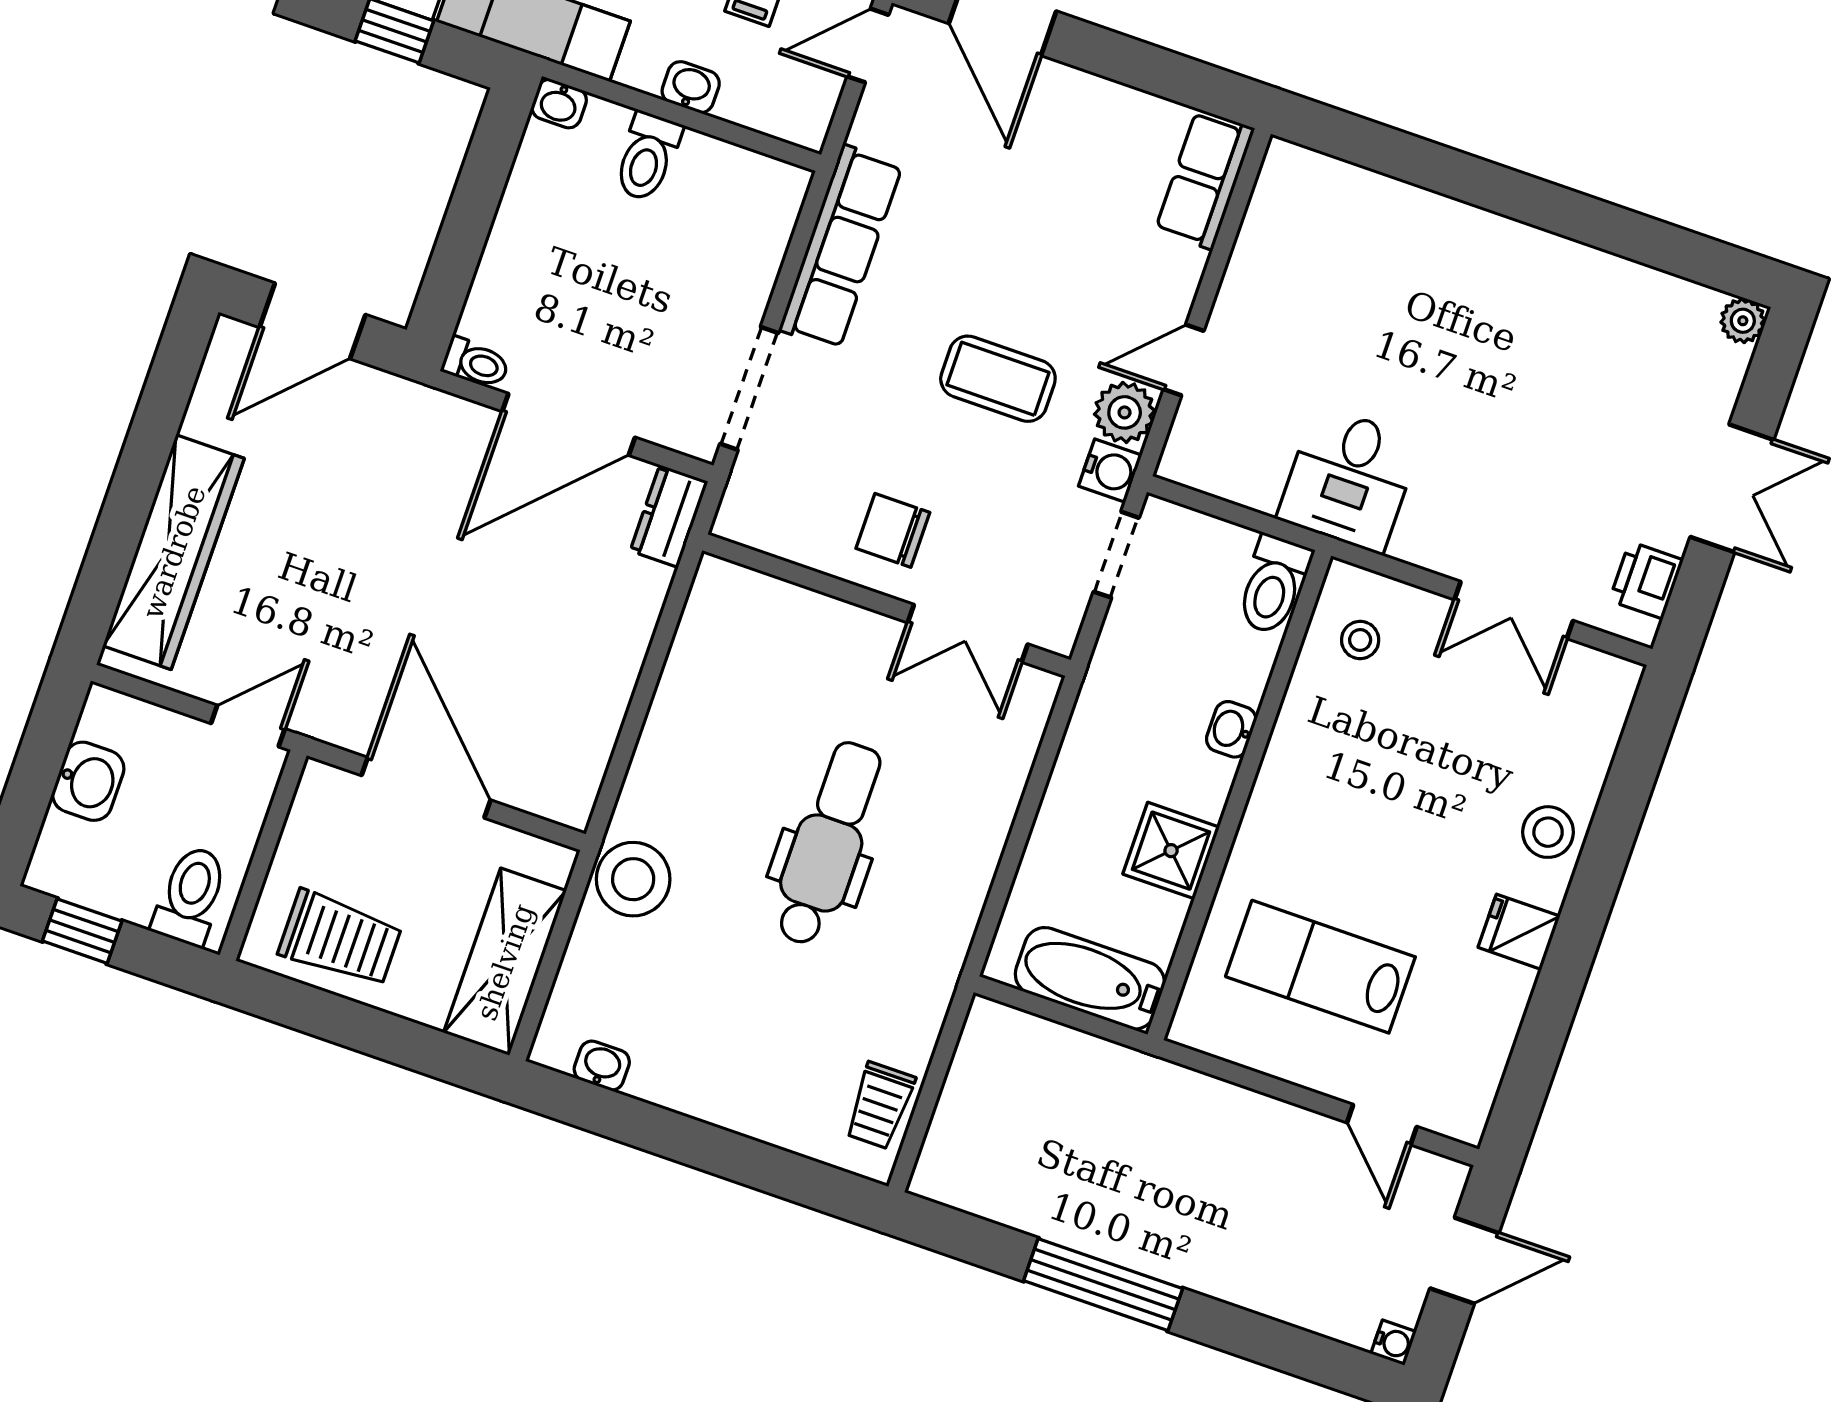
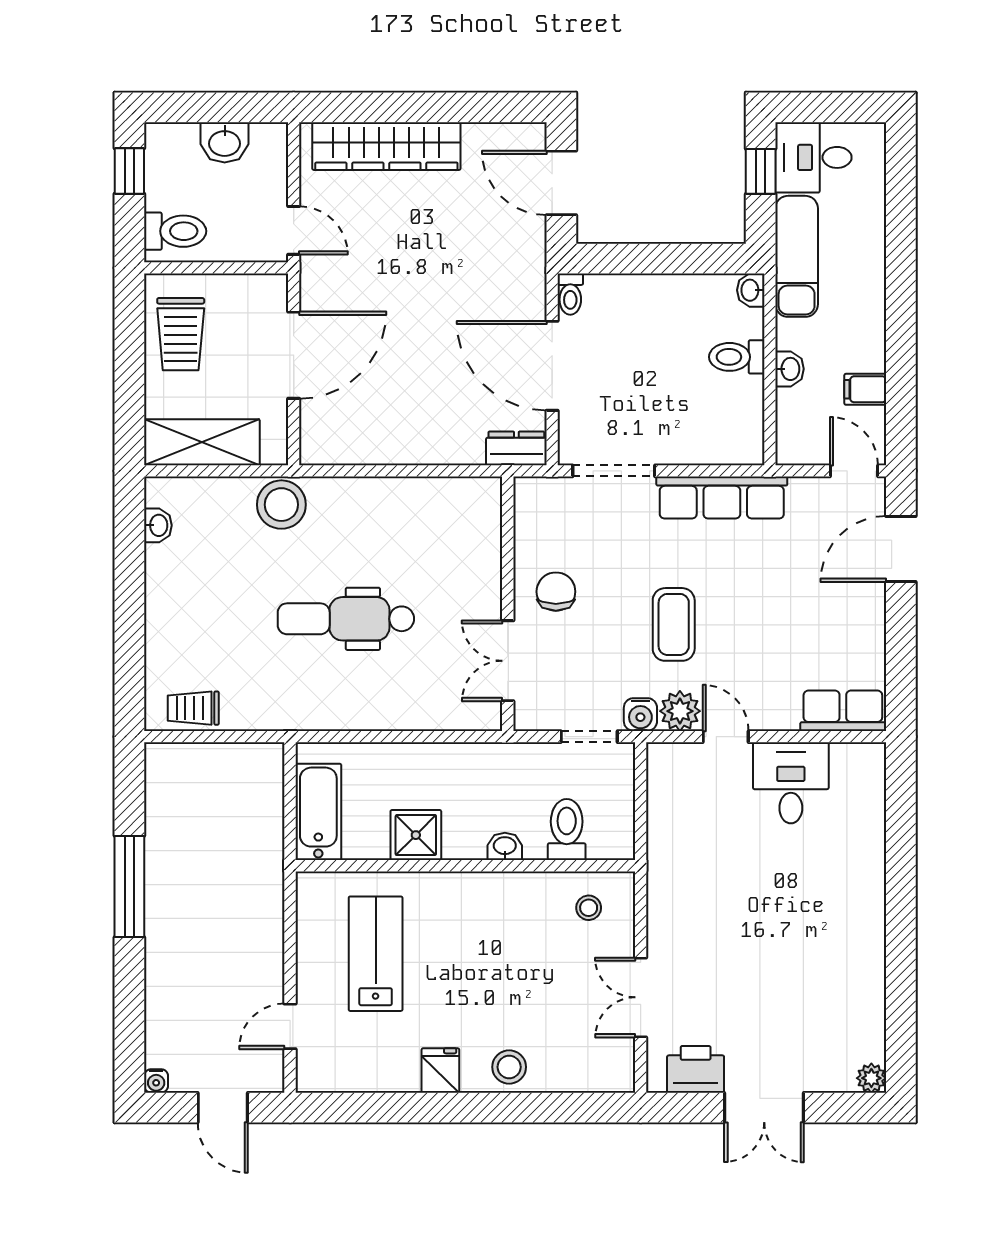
desk: (1349, 479) -> (791, 783), moved, turned 90
printer: (1646, 580) -> (696, 1069), width x1.36, depth x1.24
toilet: (1273, 585) -> (567, 830), moved, turned 90
dental chair: (828, 844) -> (346, 619), turned 180

